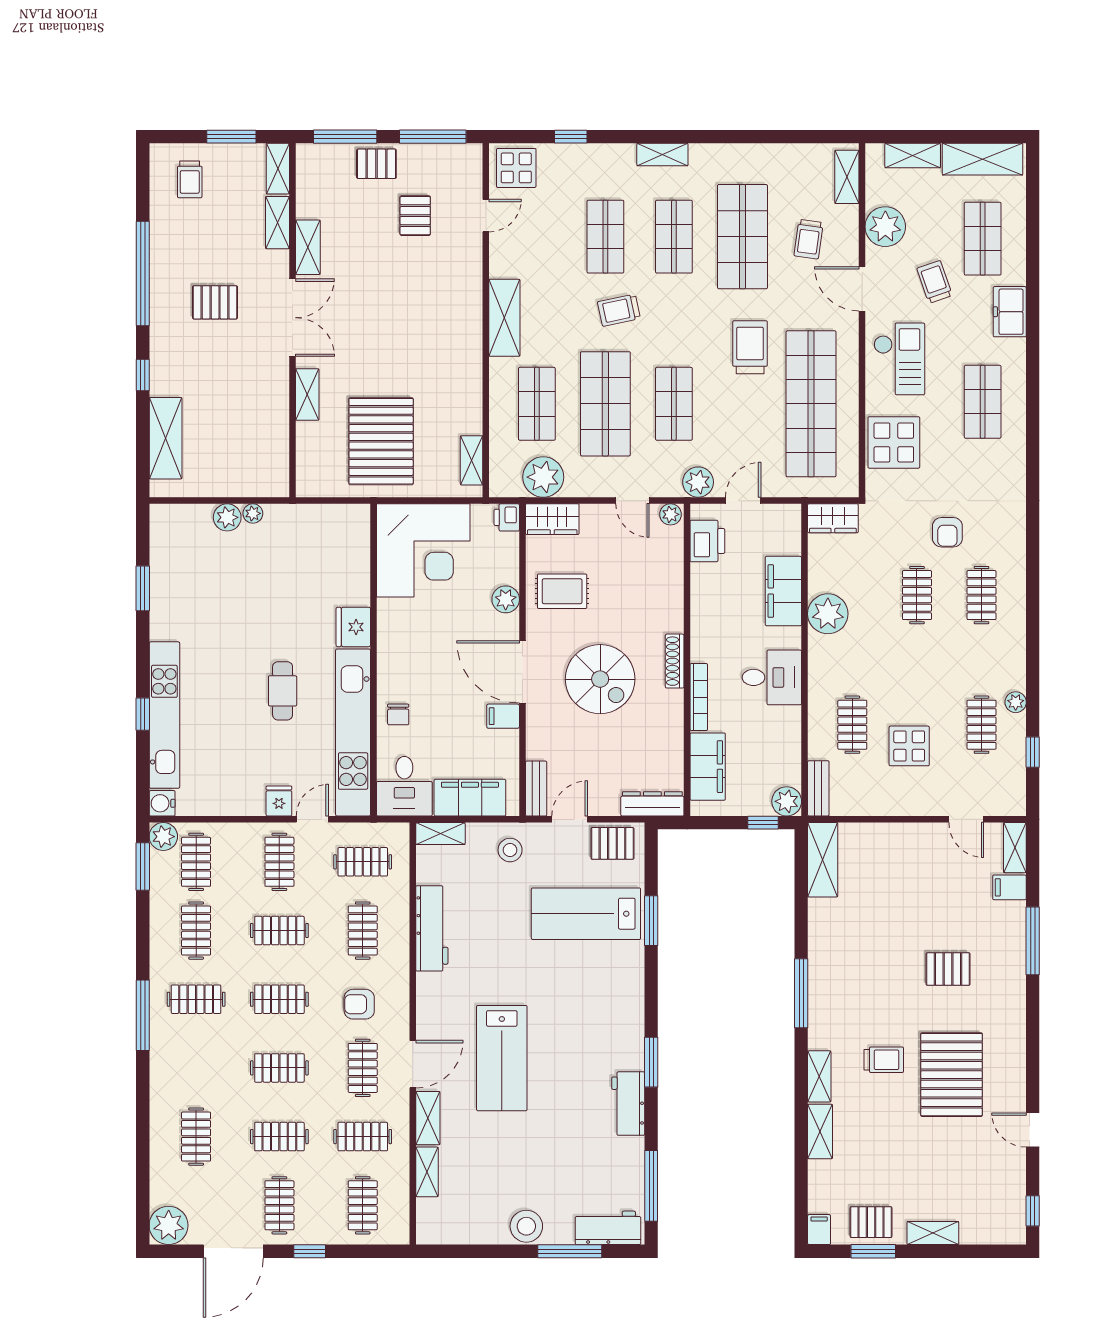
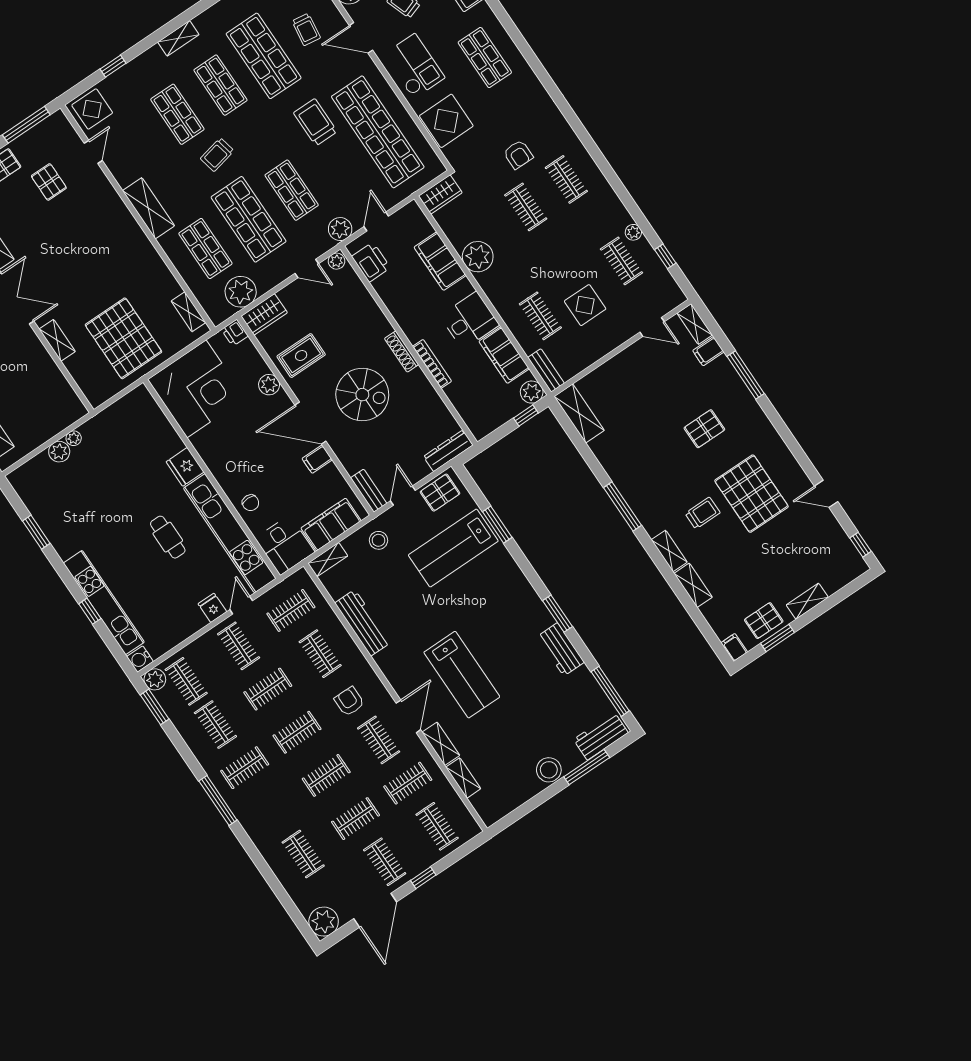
filing cabinet: (708, 767) -> (504, 355), moved, turned 180
armchair: (359, 1004) -> (349, 701), turned 90

